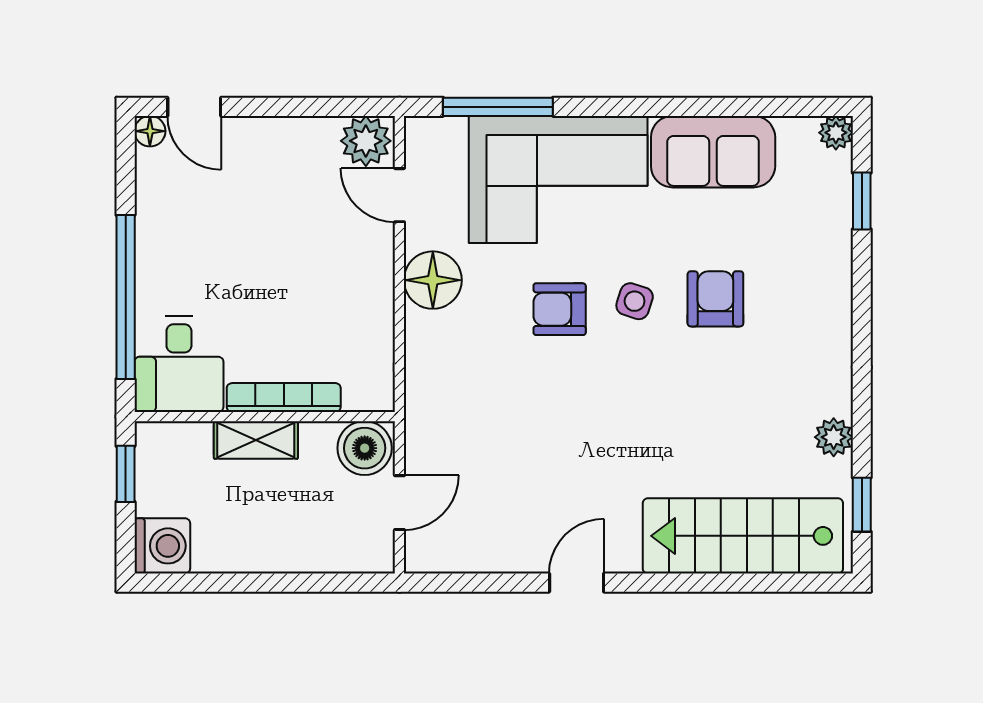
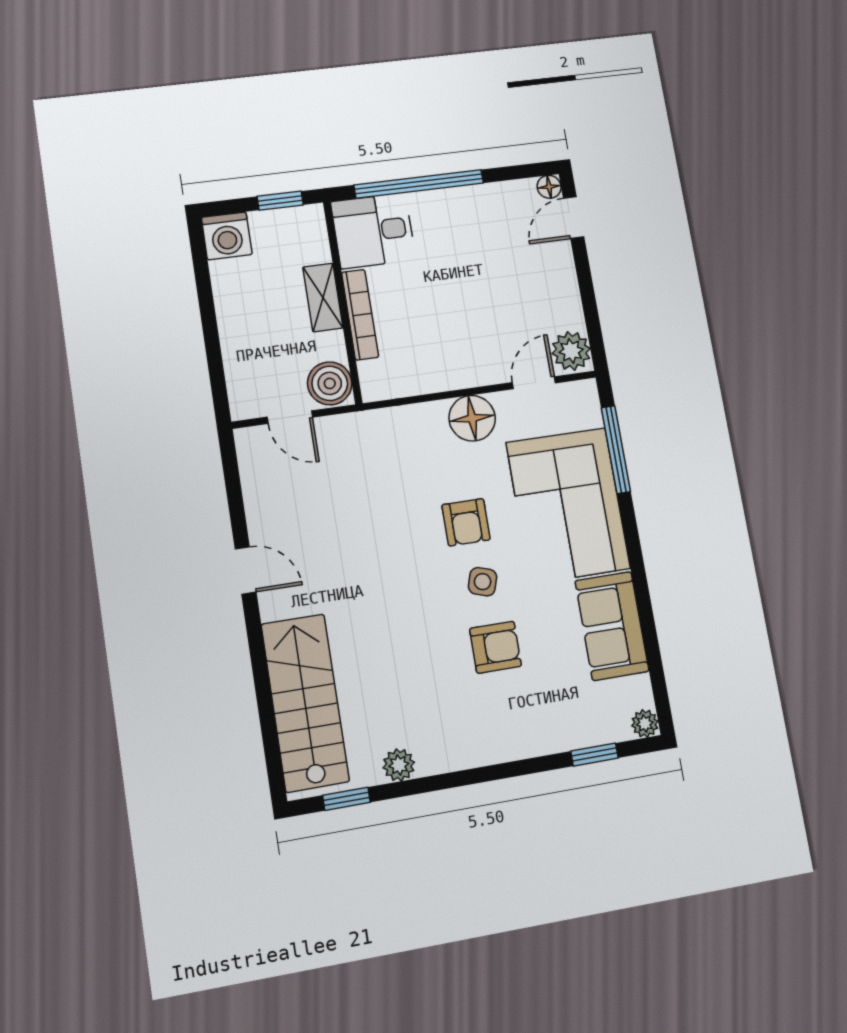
armchair: (560, 309) -> (466, 522), turned 180

